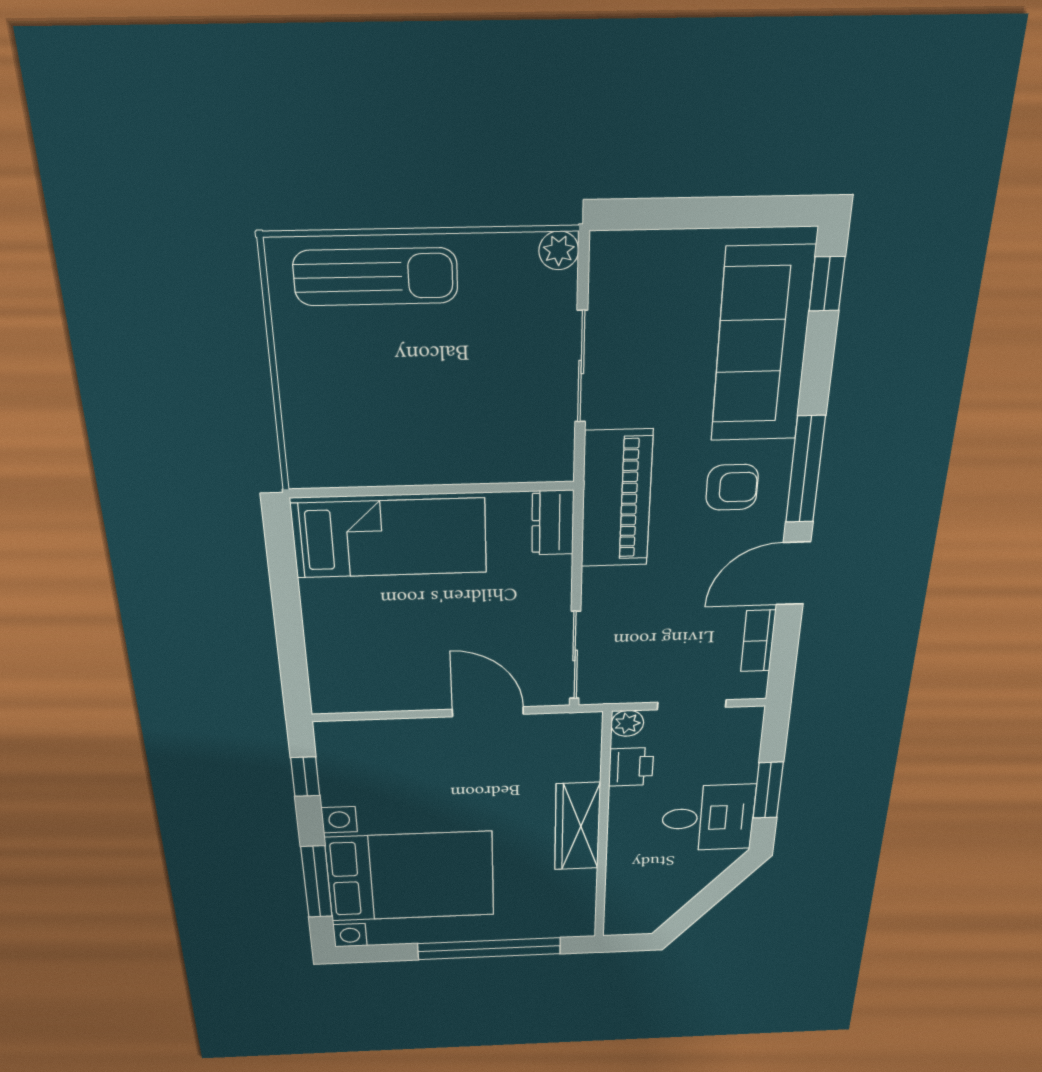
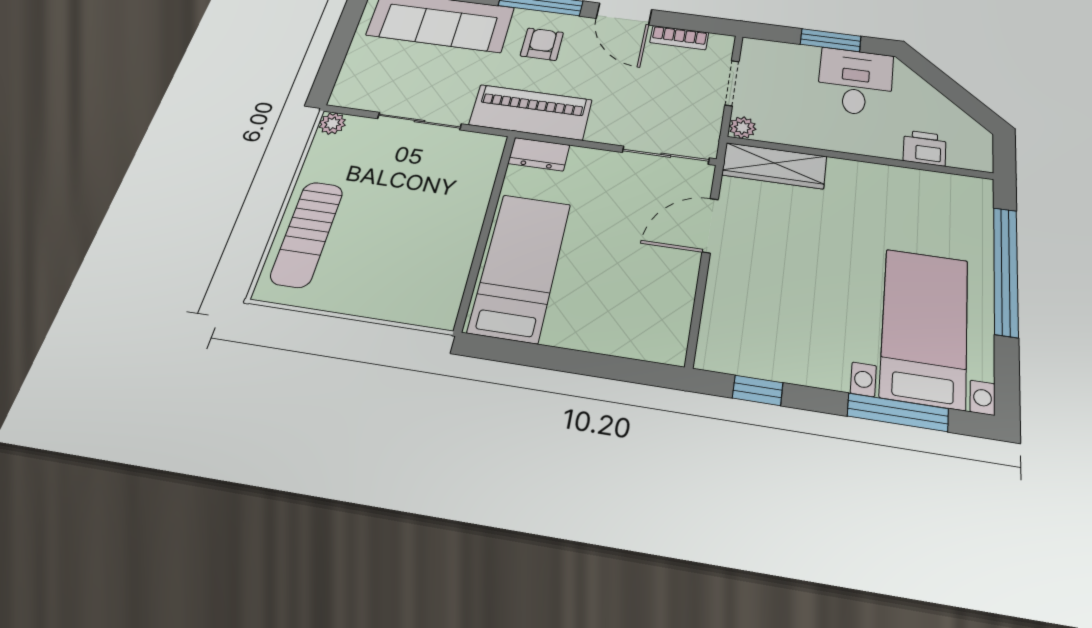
sun lounger: (376, 277) -> (307, 234), turned 180
printer: (631, 767) -> (925, 148), moved
wardrobe: (577, 826) -> (774, 166), moved
bed with nightstands: (411, 877) -> (925, 327), width x0.73

